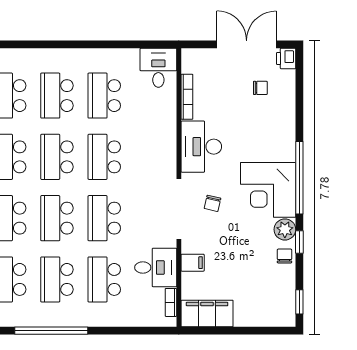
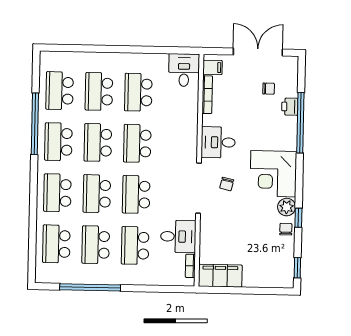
printer: (286, 58) -> (290, 107), moved
desk: (201, 147) -> (218, 142), width x0.73
window: (299, 178) -> (300, 123), moved
filing cabinet: (193, 263) -> (213, 67), moved

